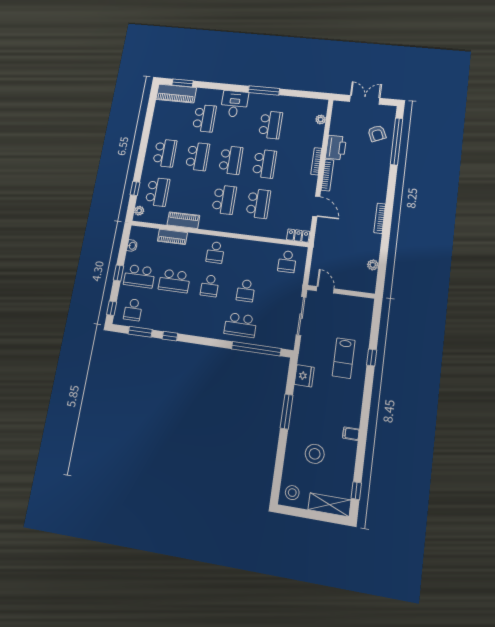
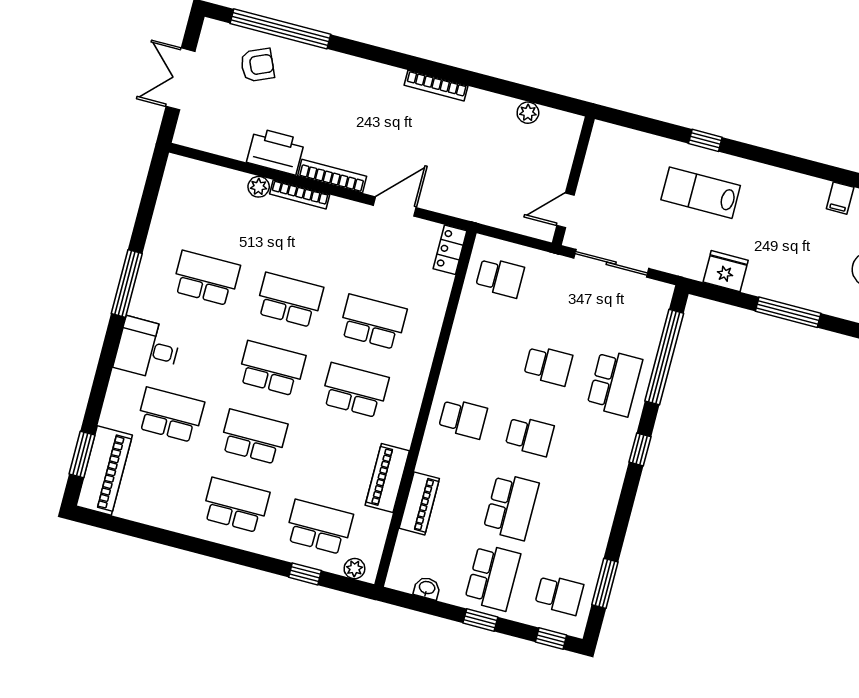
plant: (321, 119) -> (259, 187), moved
window: (170, 336) -> (640, 449), moved
lab bench: (344, 358) -> (701, 193), turned 180

